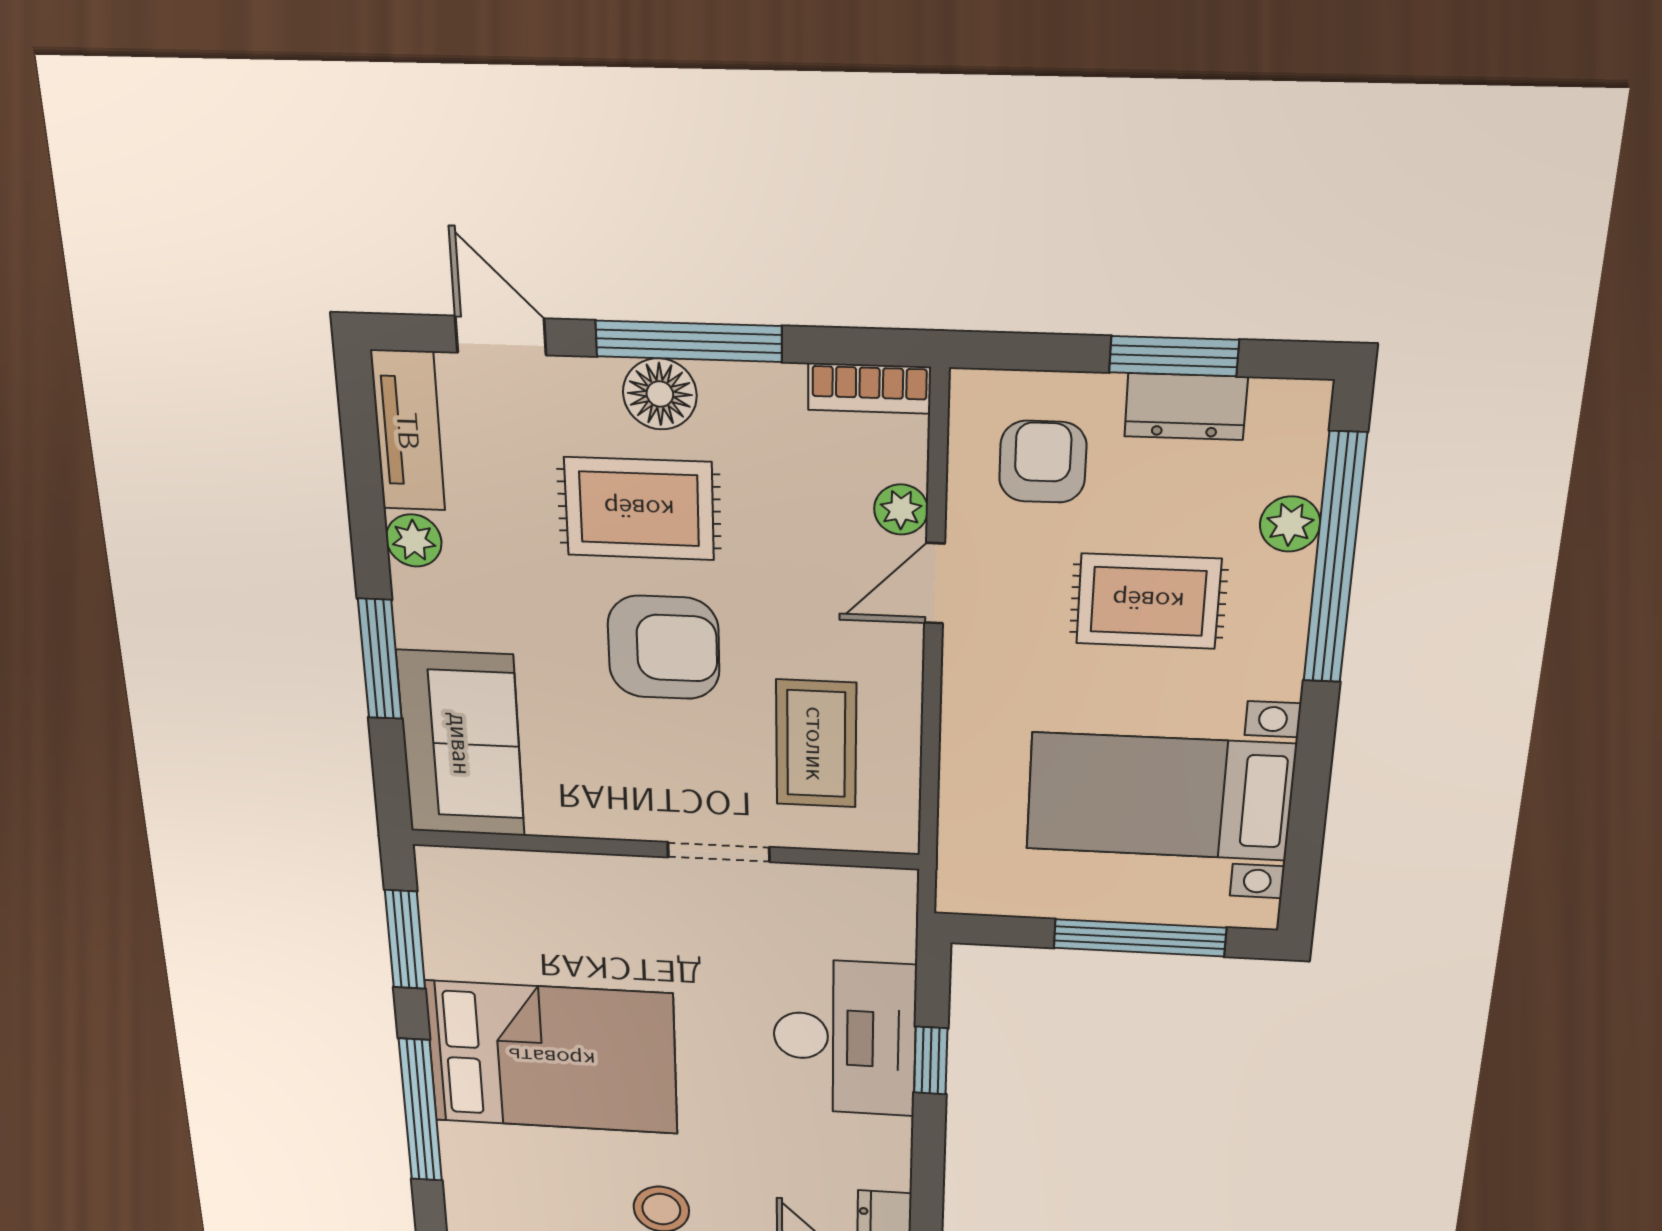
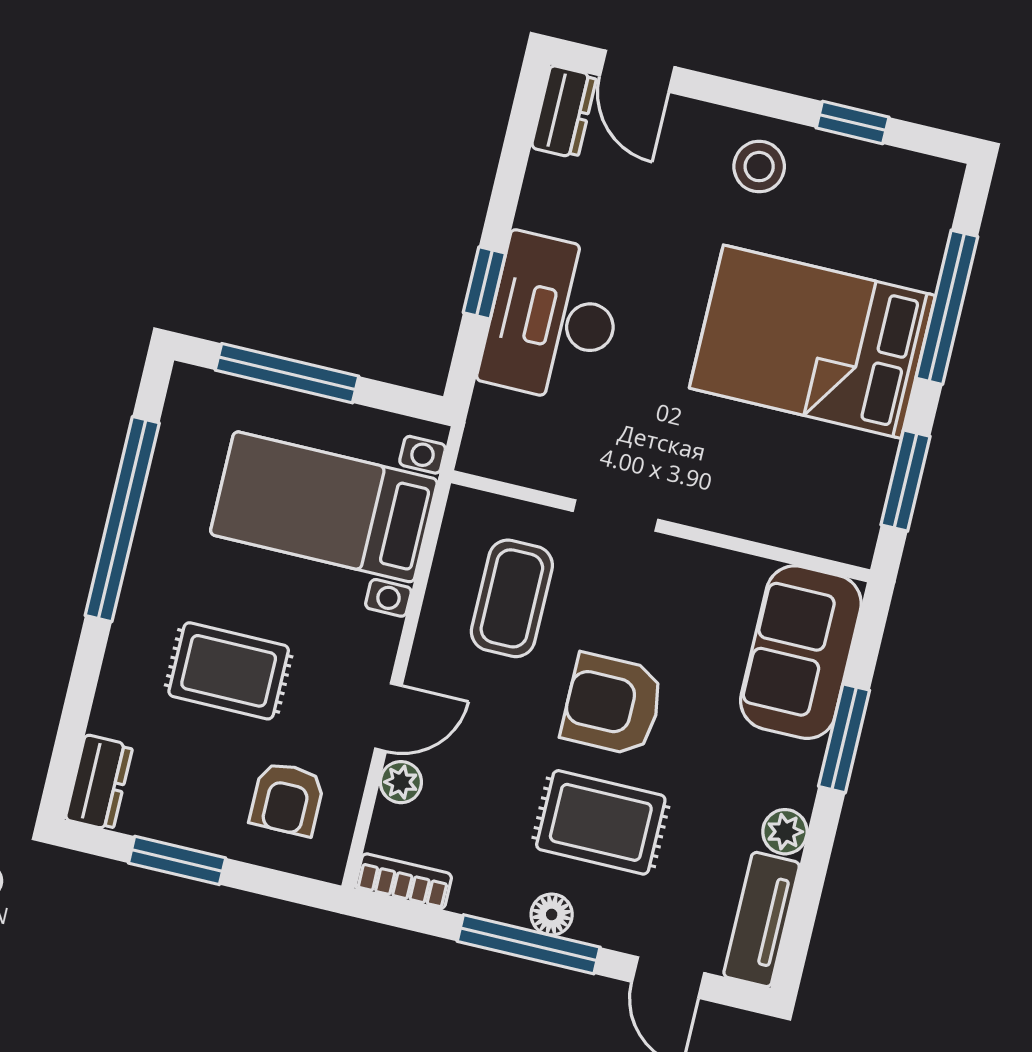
floor lamp: (660, 394) -> (552, 914), width x0.73, depth x0.73
dresser: (1186, 407) -> (99, 783), moved, turned 90
plant: (1290, 524) -> (113, 713), removed
window: (1335, 559) -> (122, 519), moved
bed with nightstands: (1160, 797) -> (324, 507), moved, turned 180

